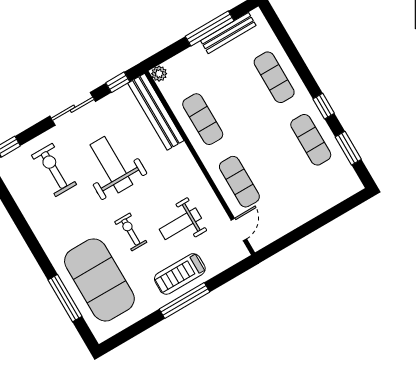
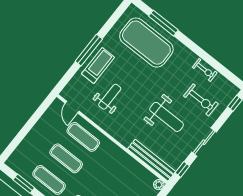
exercise mat: (203, 119) -> (66, 158), moved
exercise bike: (131, 232) -> (205, 70), moved

